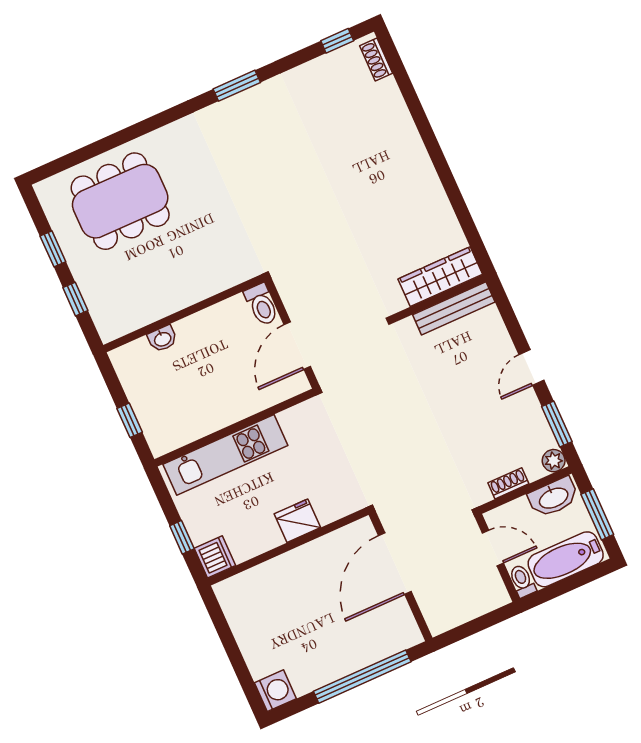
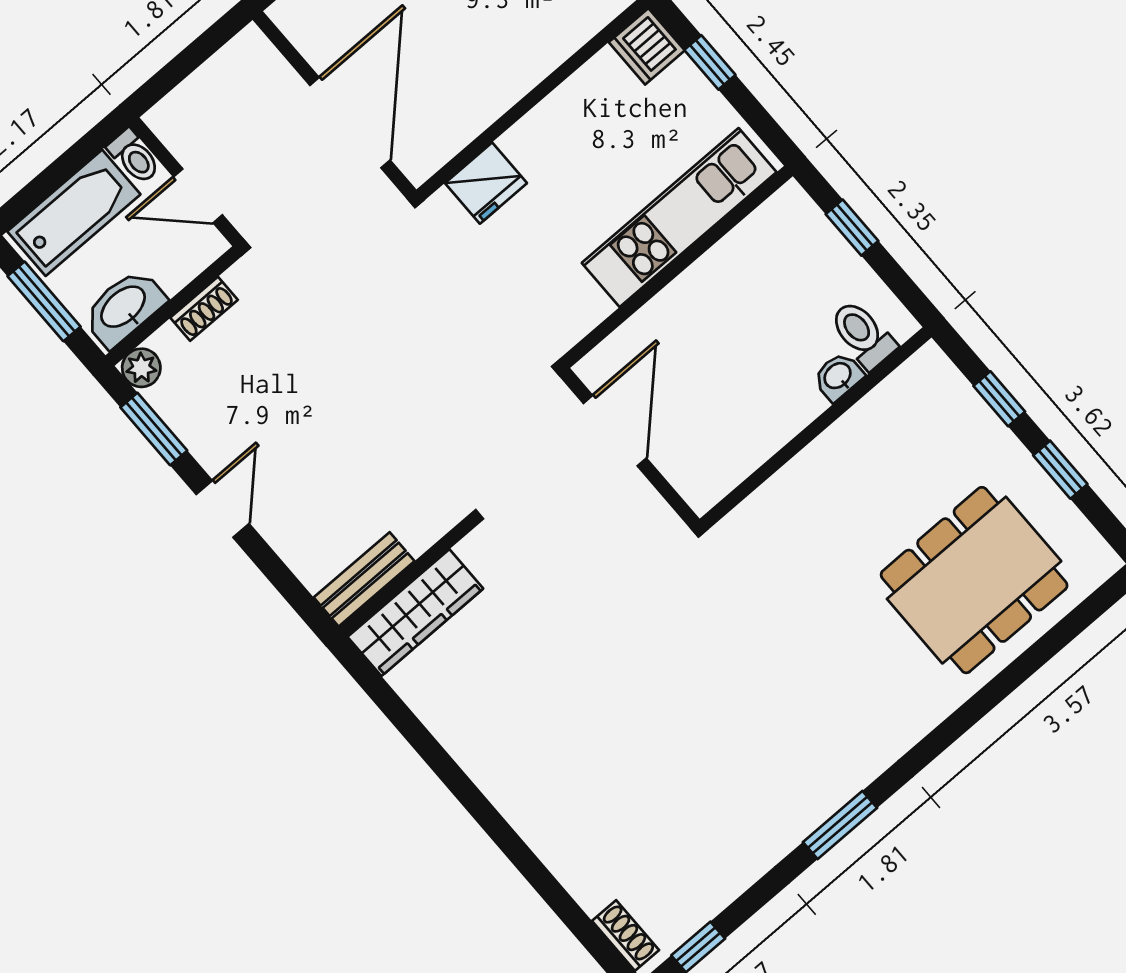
toilet: (261, 305) -> (863, 334), moved
bench: (454, 308) -> (364, 579), width x0.73
fridge: (297, 521) -> (486, 183), moved

